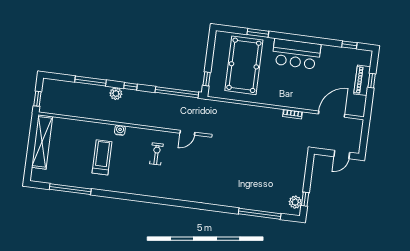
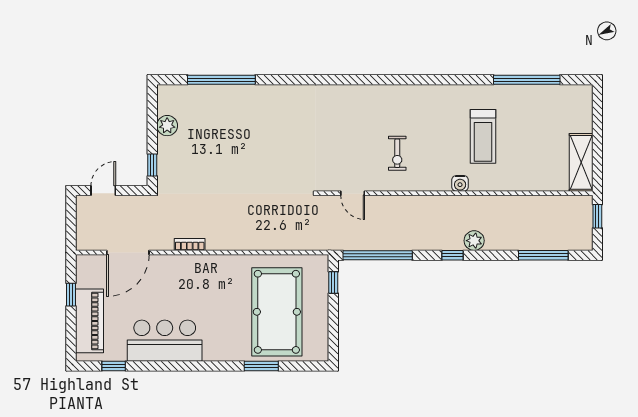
bar counter: (296, 54) -> (165, 341), moved
piano: (362, 80) -> (90, 321), width x1.37, depth x1.33
window: (91, 81) -> (543, 255), moved
window: (372, 81) -> (71, 295), moved
door: (187, 133) -> (353, 193), swing flipped
shelving: (42, 142) -> (581, 162), width x0.68
window: (305, 199) -> (152, 165), moved
plant: (295, 202) -> (167, 126), moved

